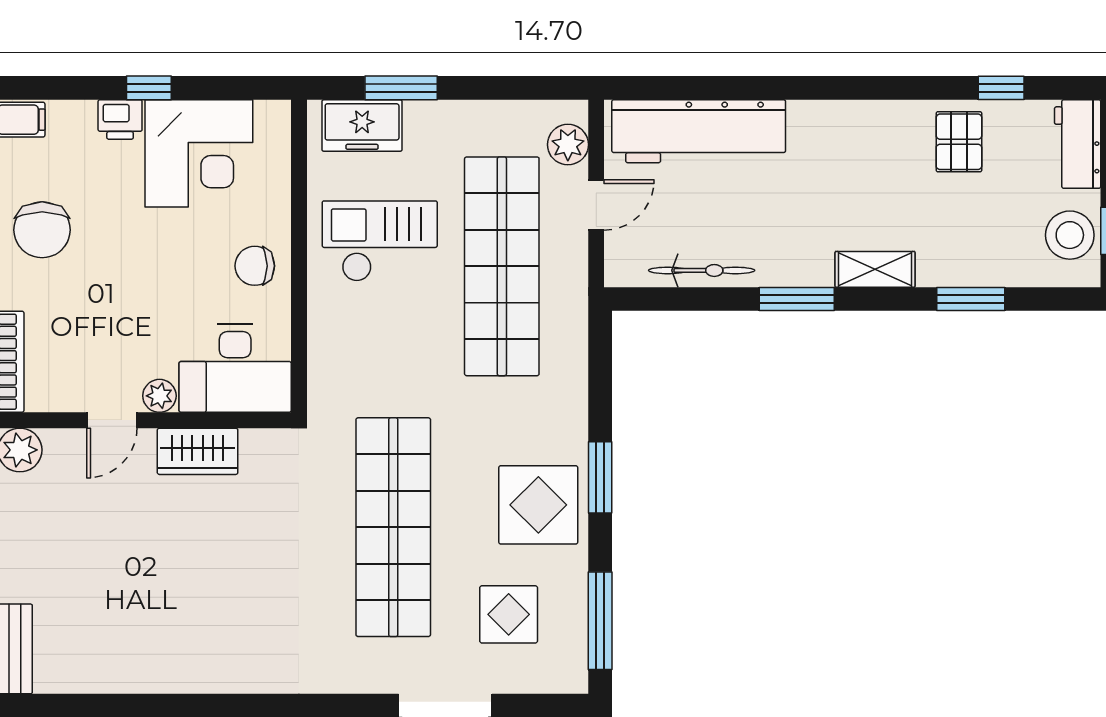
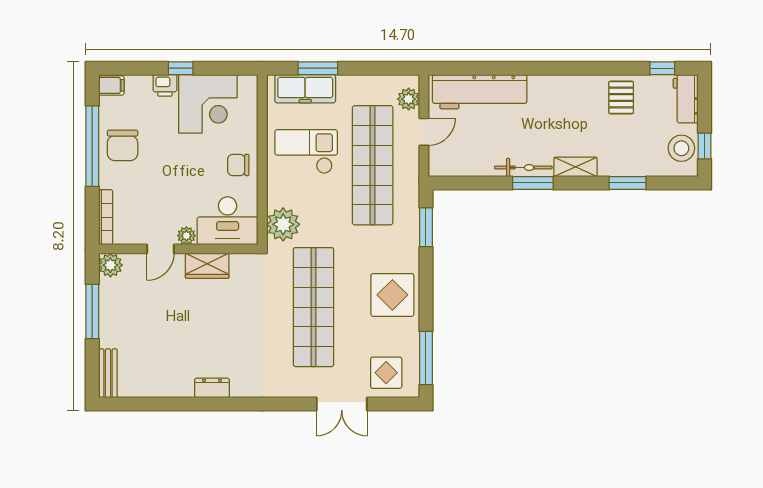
window: (1001, 88) -> (662, 68), moved
freezer: (362, 126) -> (305, 89), width x1.40
bicycle: (702, 270) -> (523, 167), moved
plant: (337, 375) -> (283, 224), added
window: (600, 477) -> (426, 227), moved
display table: (509, 614) -> (386, 373), moved
dresser: (207, 676) -> (212, 388), added

